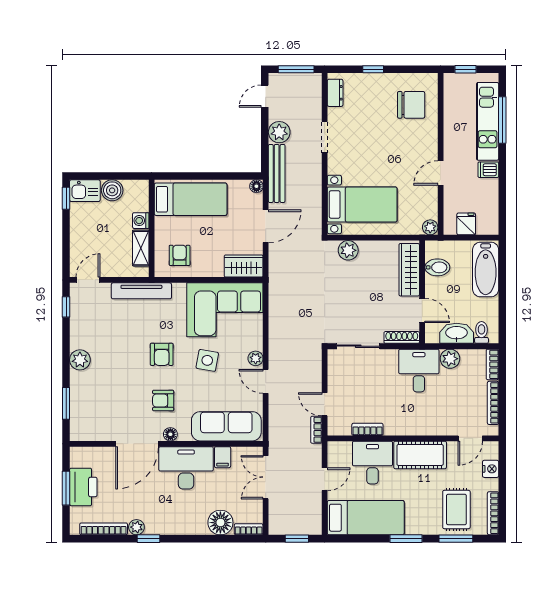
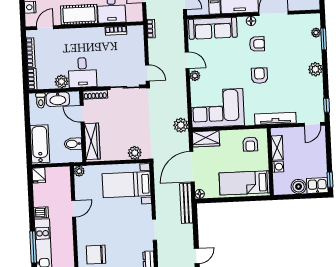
plant: (279, 132) -> (181, 125), moved
fridge: (466, 224) -> (39, 175), moved
door: (266, 226) -> (192, 167), width x1.36
side table: (207, 360) -> (228, 73), removed
door: (325, 404) -> (147, 73), moved
plant: (77, 413) -> (316, 33), added

